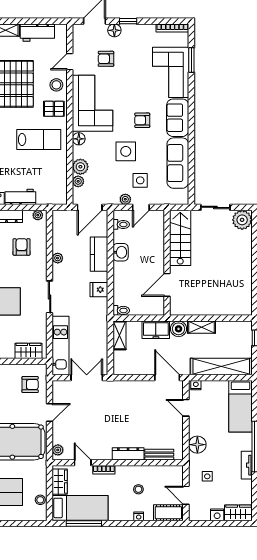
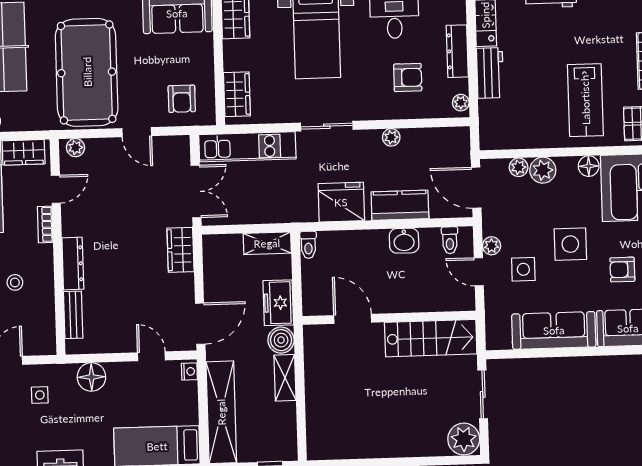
armchair: (142, 120) -> (622, 270), turned -90
fridge: (99, 290) -> (341, 202), width x1.88, depth x1.34
wardrobe: (122, 388) -> (181, 250), added
door: (186, 408) -> (151, 356), hinge flipped

